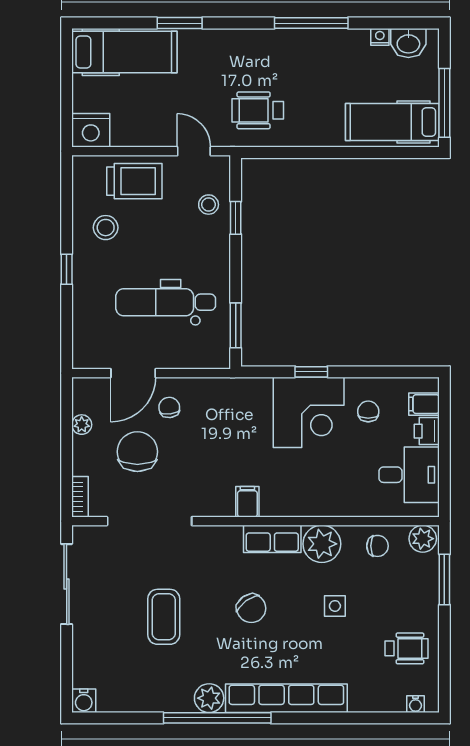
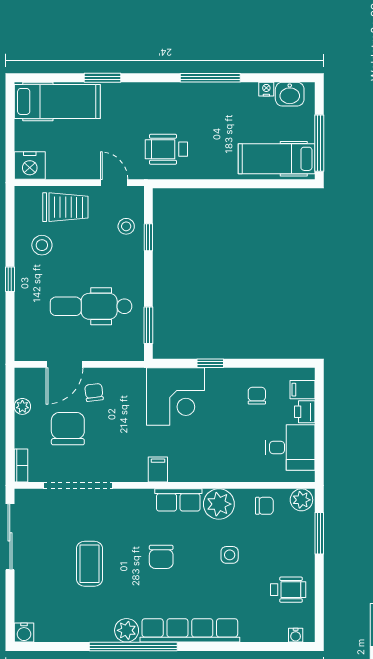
corner desk: (309, 412) -> (175, 396), moved
chair: (251, 608) -> (161, 557), turned 36

